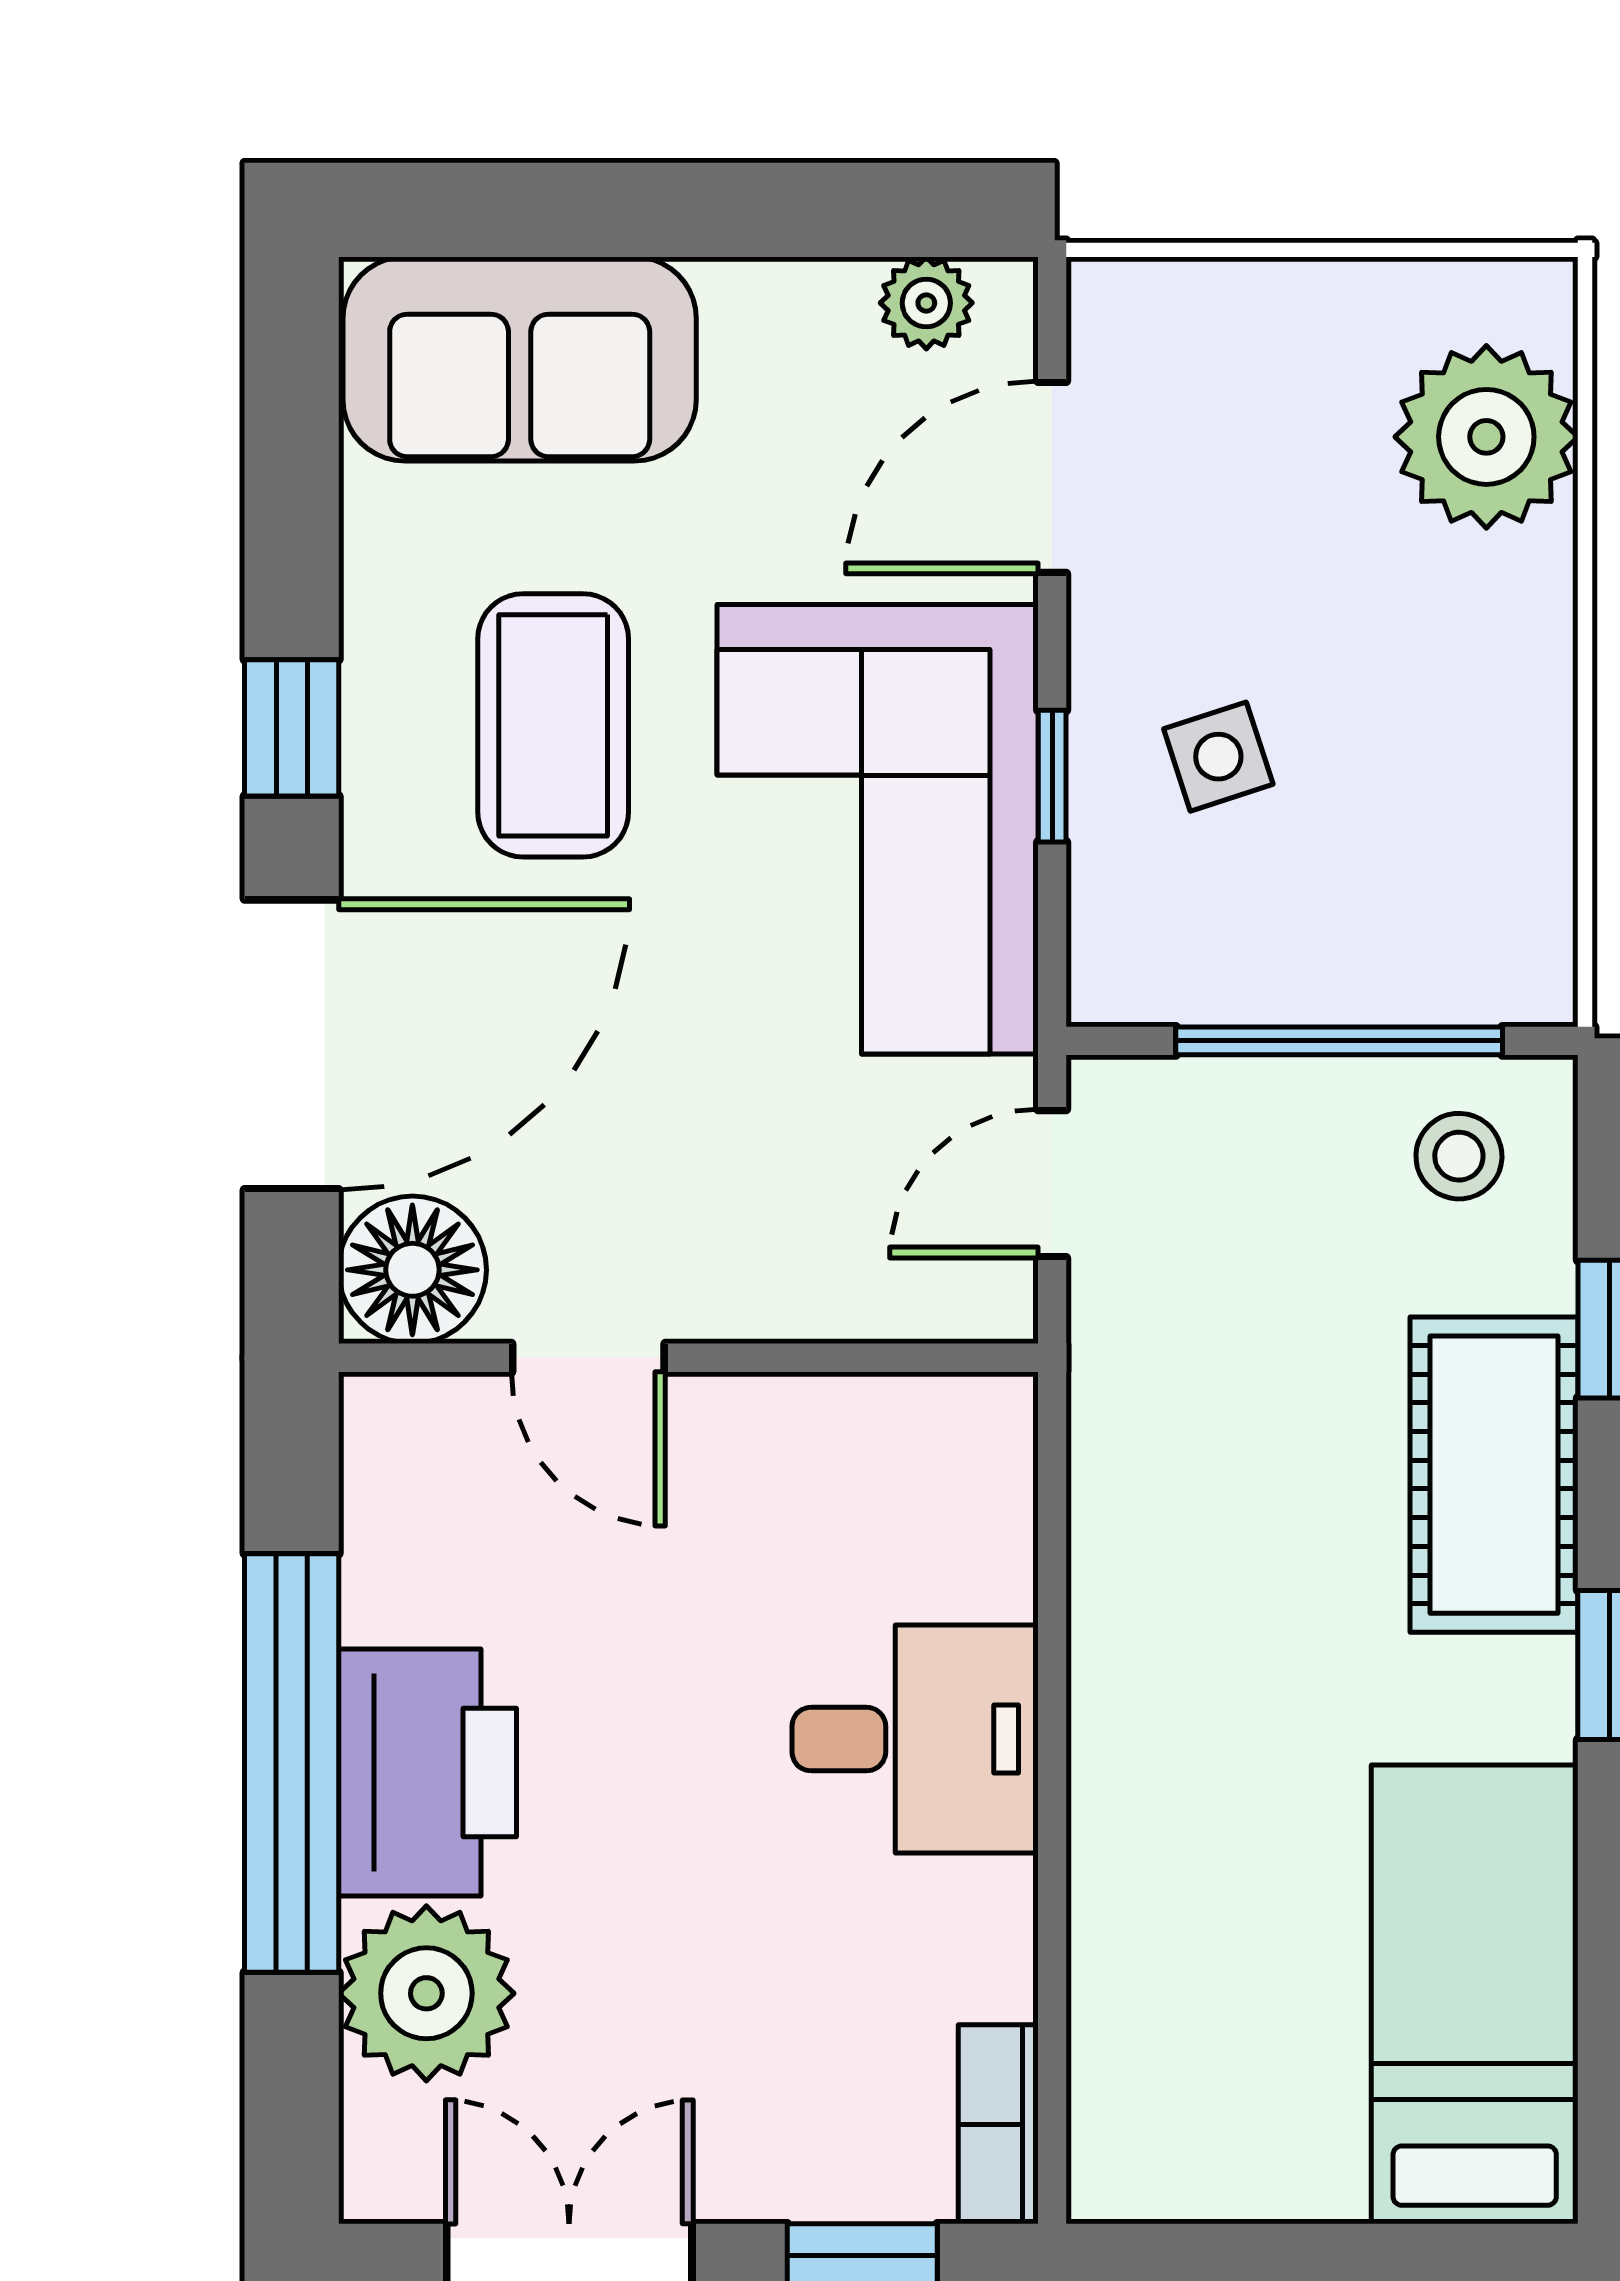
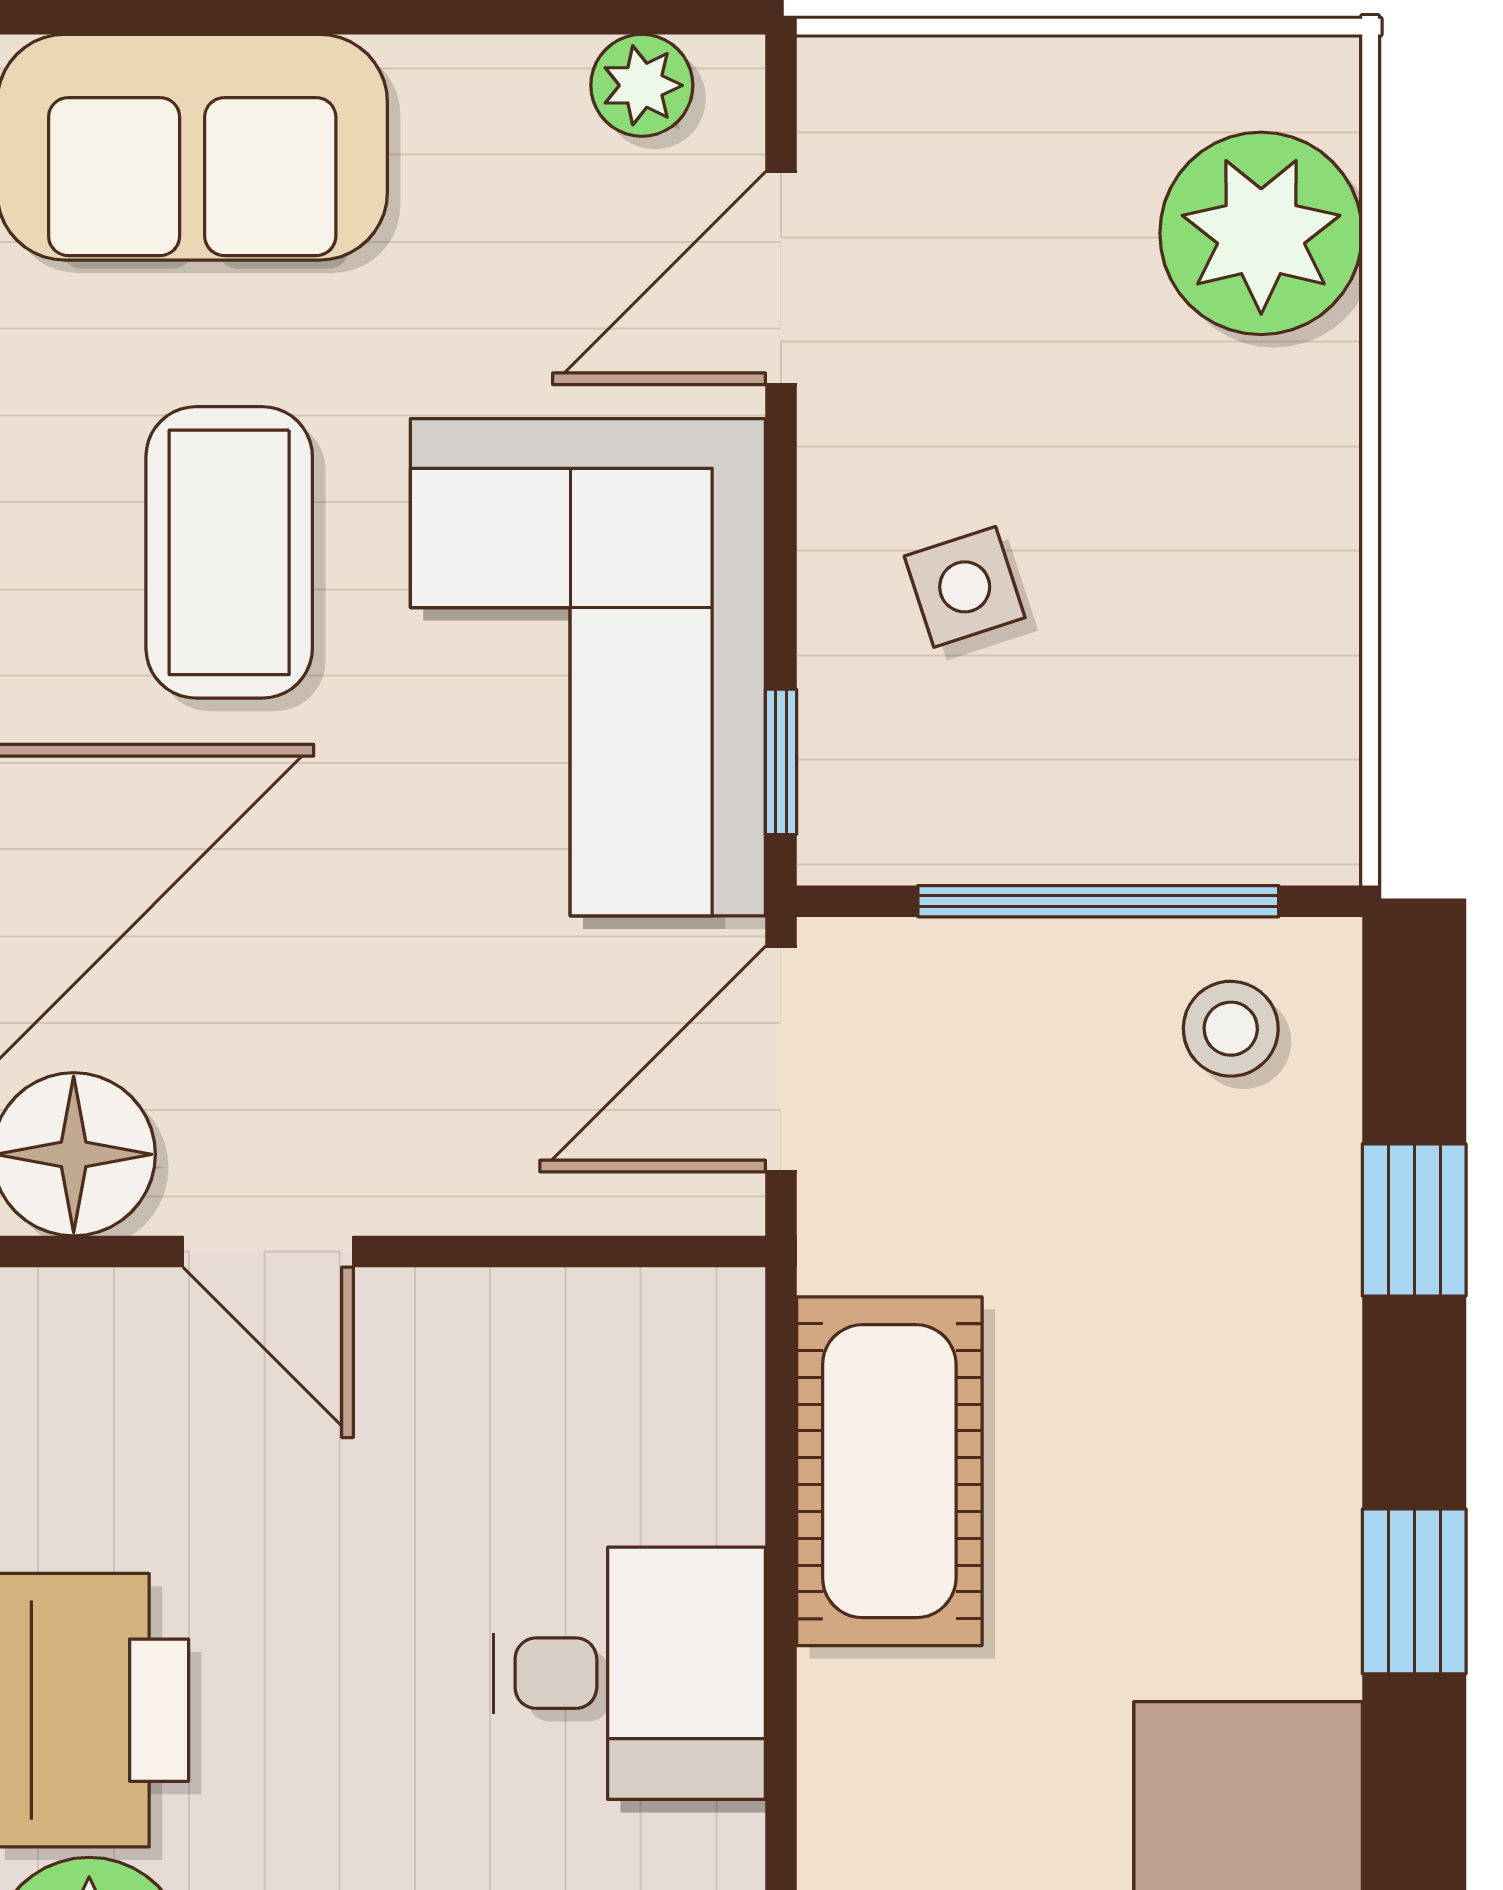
window: (1052, 776) -> (781, 762), moved
door: (1052, 1184) -> (781, 1059), width x1.38
cot: (1494, 1475) -> (889, 1471), moved

